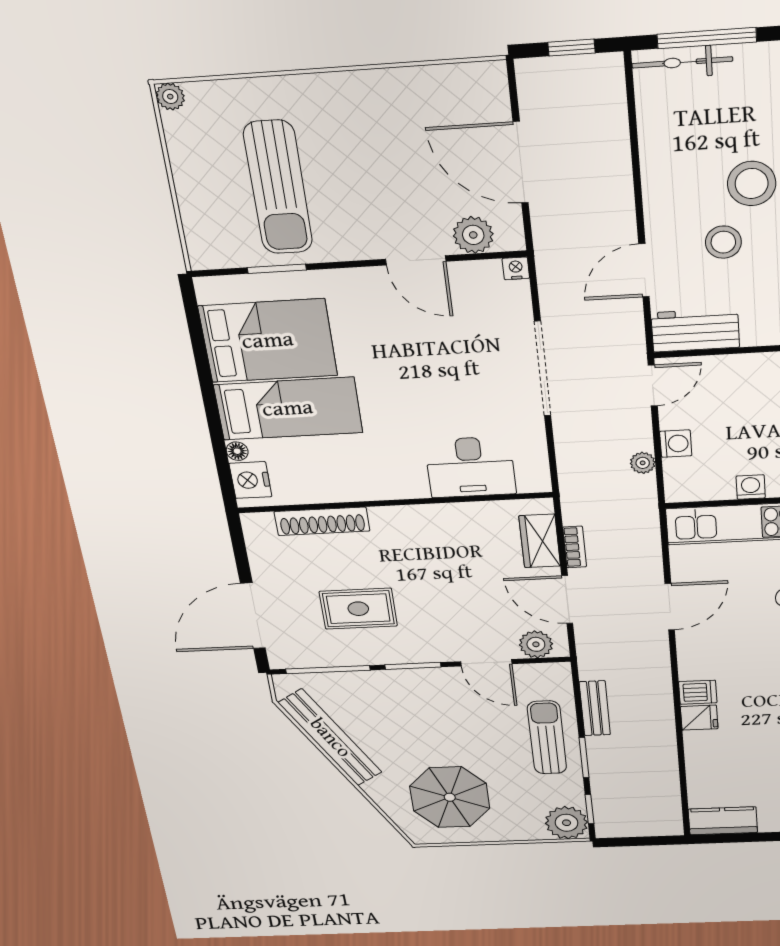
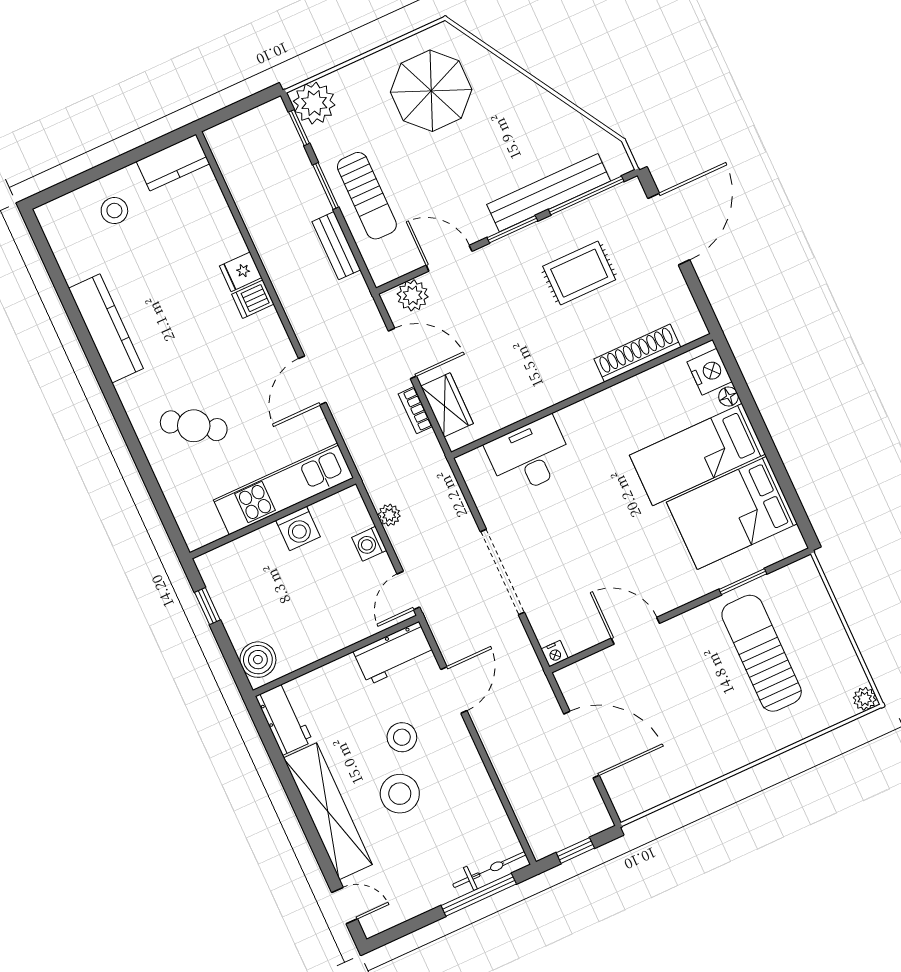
plant: (473, 235) -> (598, 670), removed
washing machine: (751, 487) -> (298, 528), width x1.38, depth x1.38
bench: (330, 738) -> (549, 193), moved, turned -59

